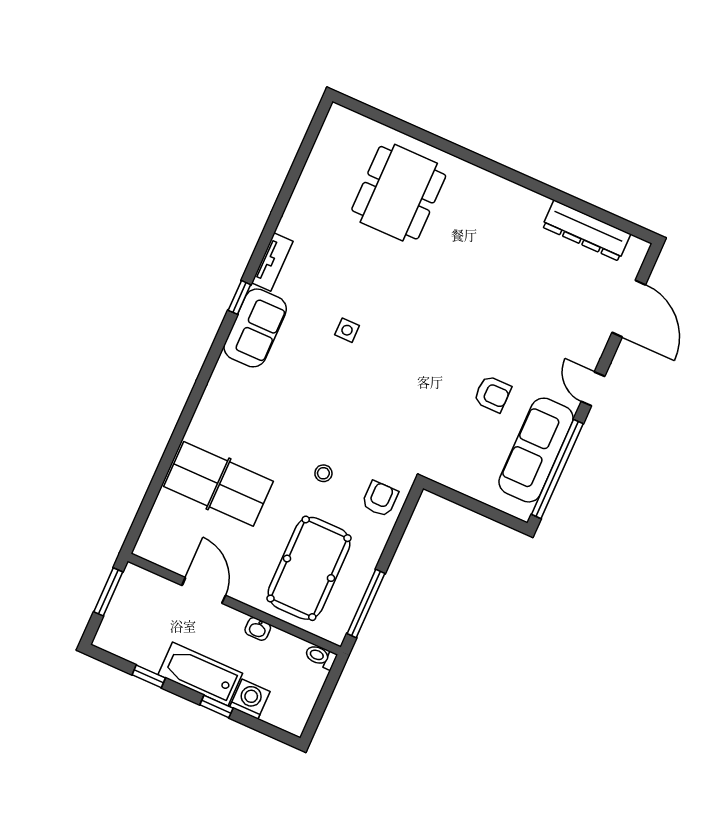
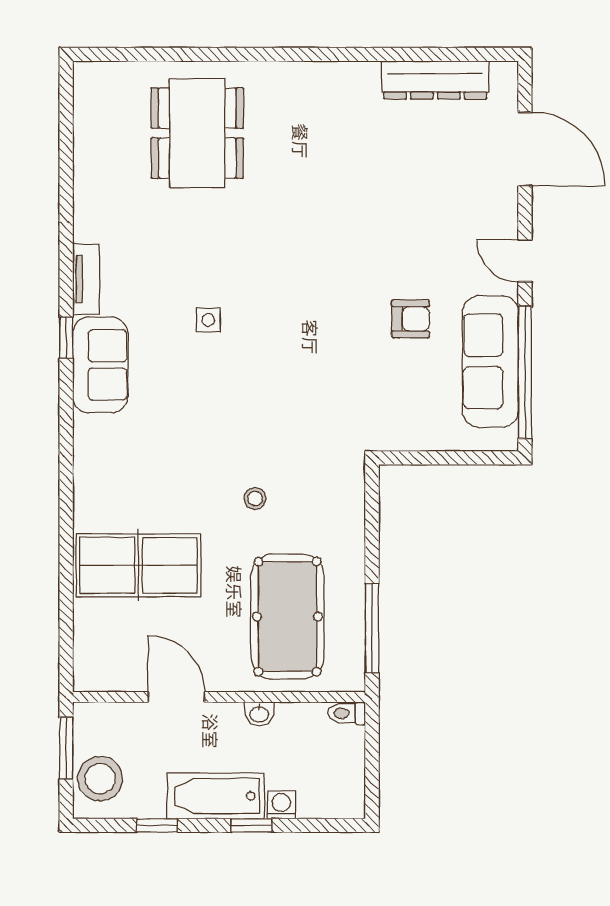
armchair: (380, 499) -> (334, 499), removed
stool: (123, 625) -> (100, 779), added
washing machine: (250, 699) -> (281, 805), width x0.73, depth x0.73

